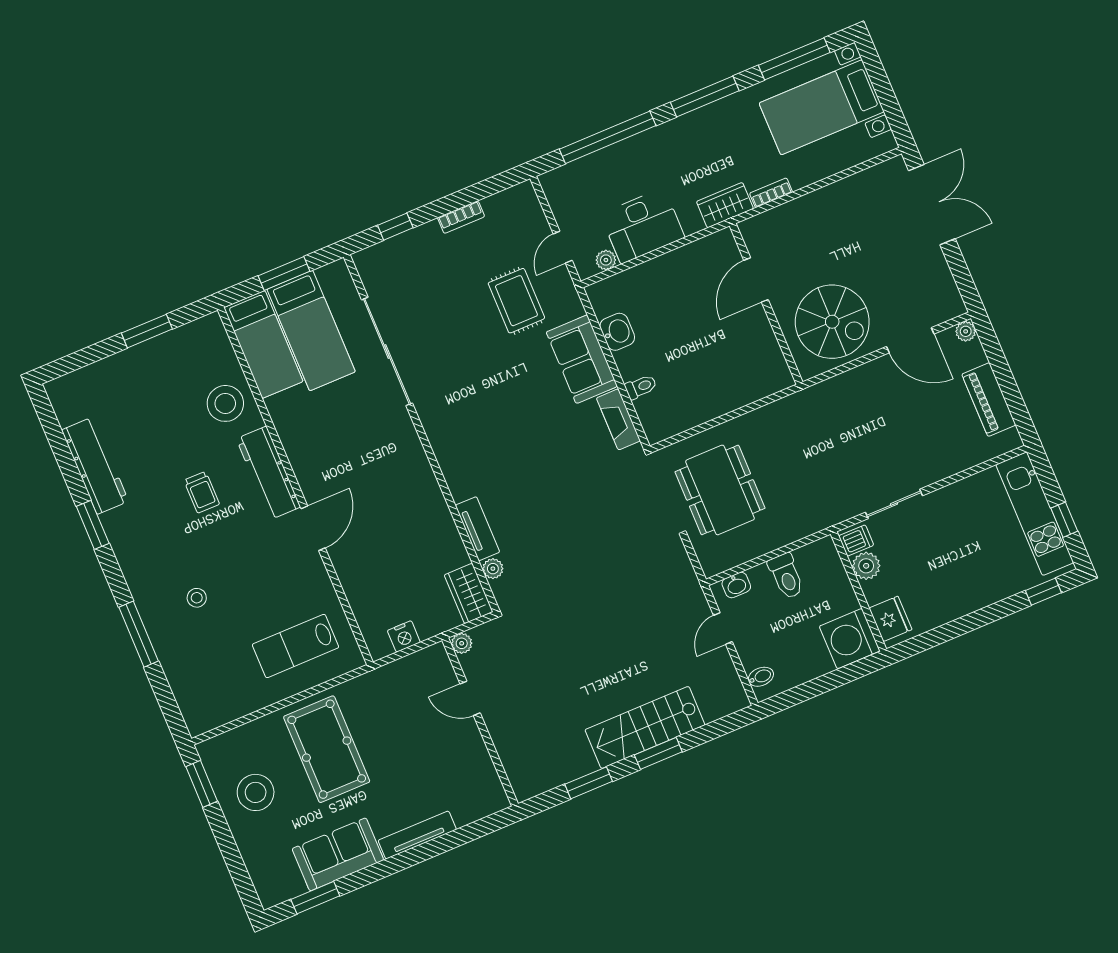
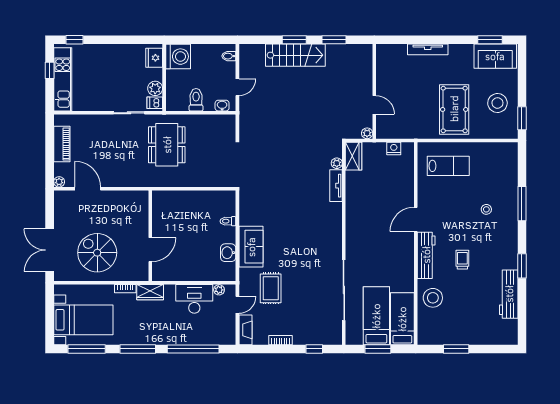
spiral stairs: (832, 322) -> (97, 253), moved
fireplace: (618, 419) -> (245, 330), moved
dining table: (720, 490) -> (167, 145), moved
sofa: (338, 854) -> (495, 56), moved

